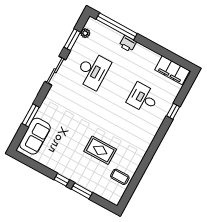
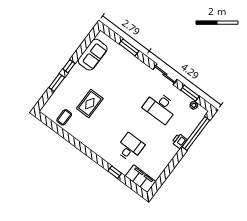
filing cabinet: (172, 70) -> (141, 179), moved, turned 90
sofa: (35, 136) -> (93, 55), moved, turned -90

